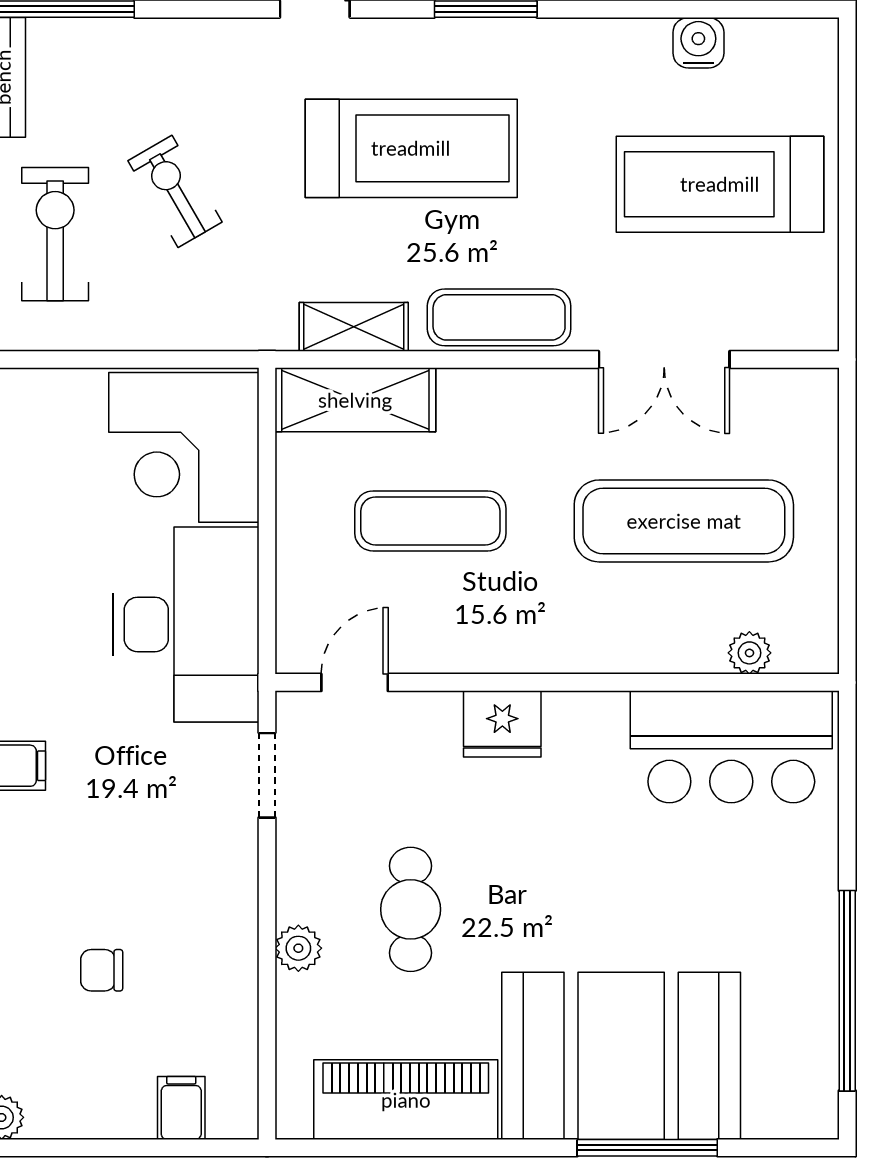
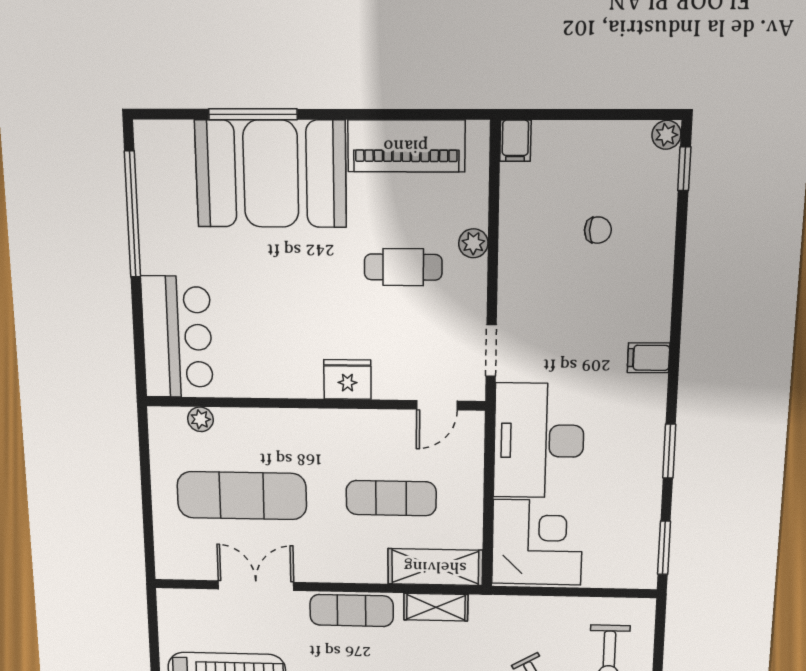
bar counter: (731, 747) -> (177, 337), moved, turned 90
cafe table: (411, 909) -> (403, 267), turned 90
filing cabinet: (181, 1108) -> (515, 141), moved

